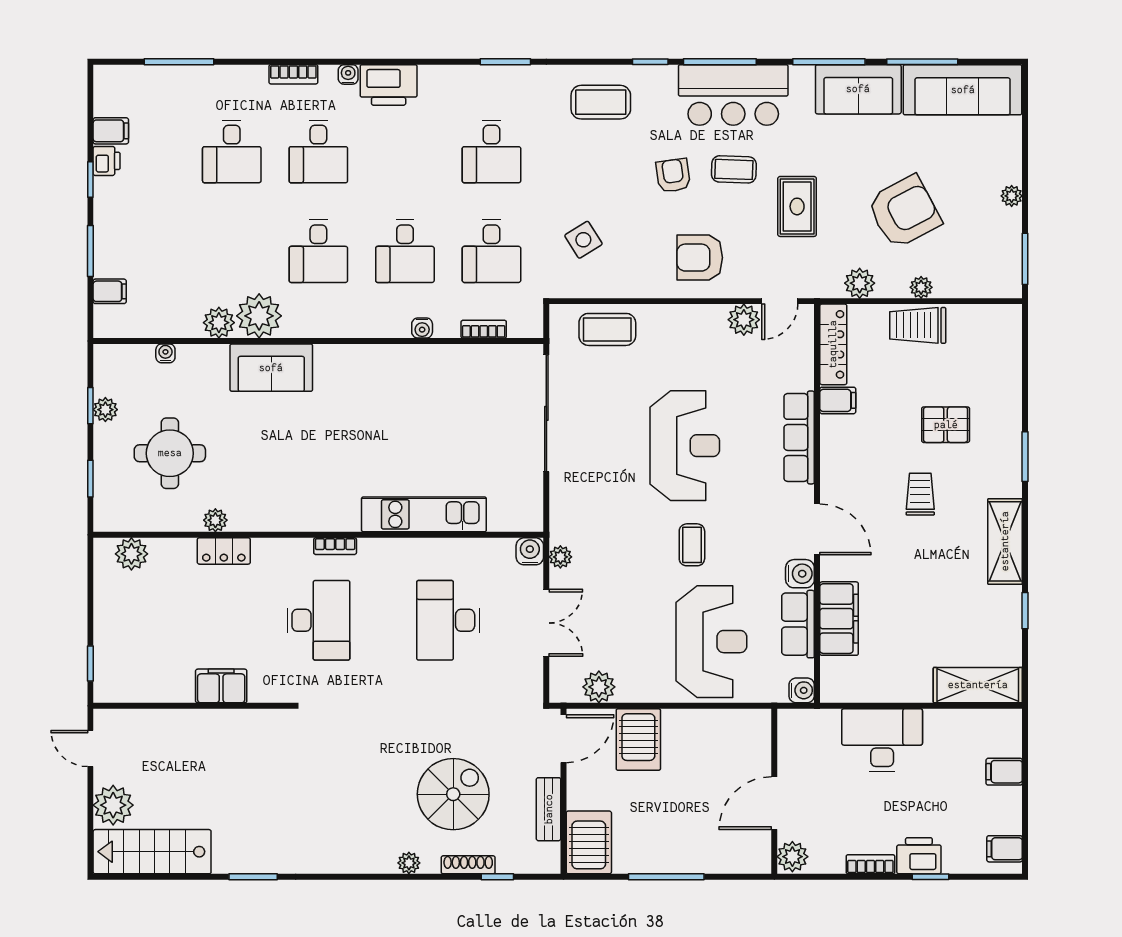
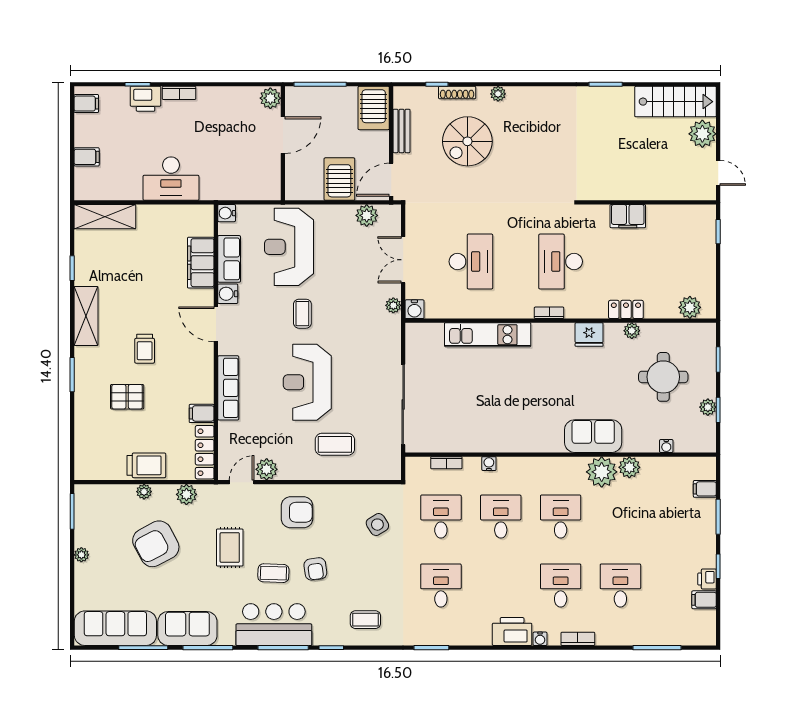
coffee table: (601, 102) -> (365, 620), width x0.73, depth x0.77
coffee table: (607, 329) -> (335, 444), moved
fridge: (277, 515) -> (589, 335), added
wall: (774, 791) -> (283, 143), moved
door: (774, 803) -> (283, 135), moved
plant: (792, 857) -> (270, 98), moved

